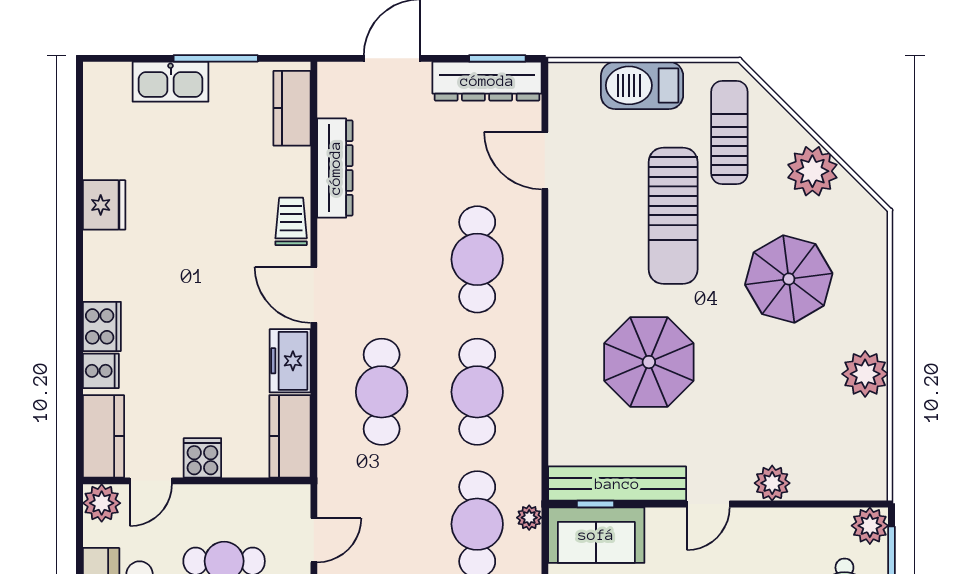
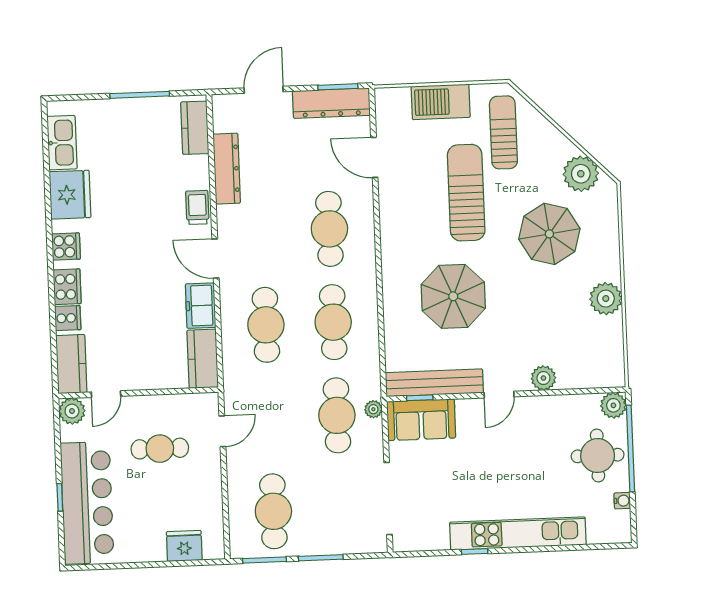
kitchen sink: (171, 82) -> (62, 143), moved, turned -90
plant: (812, 171) -> (581, 174), moved
fridge: (104, 205) -> (70, 195), width x1.36, depth x1.34
sun lounger: (673, 216) -> (466, 193), turned 180
cooker: (202, 458) -> (66, 246), moved, turned 90

